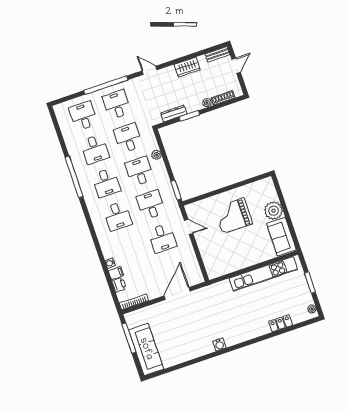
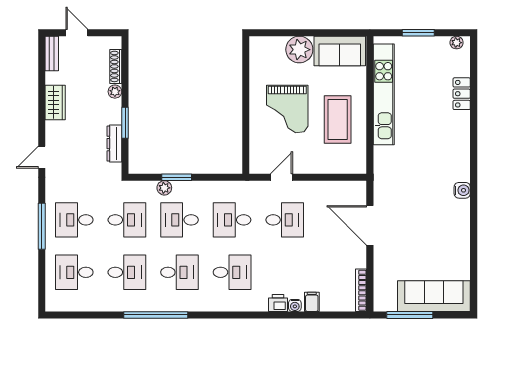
window: (106, 85) -> (42, 226), width x0.68
desk: (128, 138) -> (127, 220), turned 180
window: (176, 190) -> (177, 177), moved
coffee table: (237, 250) -> (338, 120), added
printer: (119, 285) -> (278, 303), moved

